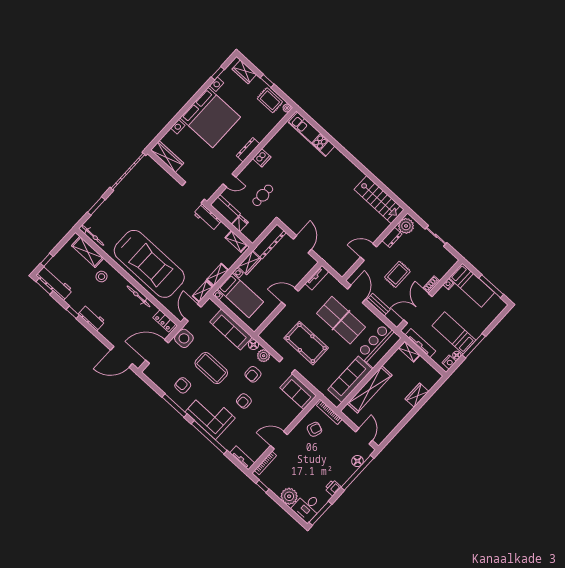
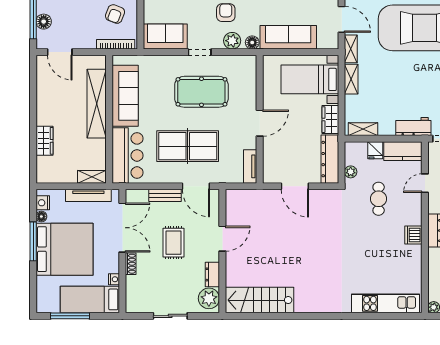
plant: (265, 224) -> (351, 172), added
bed: (454, 333) -> (64, 249), width x2.04

